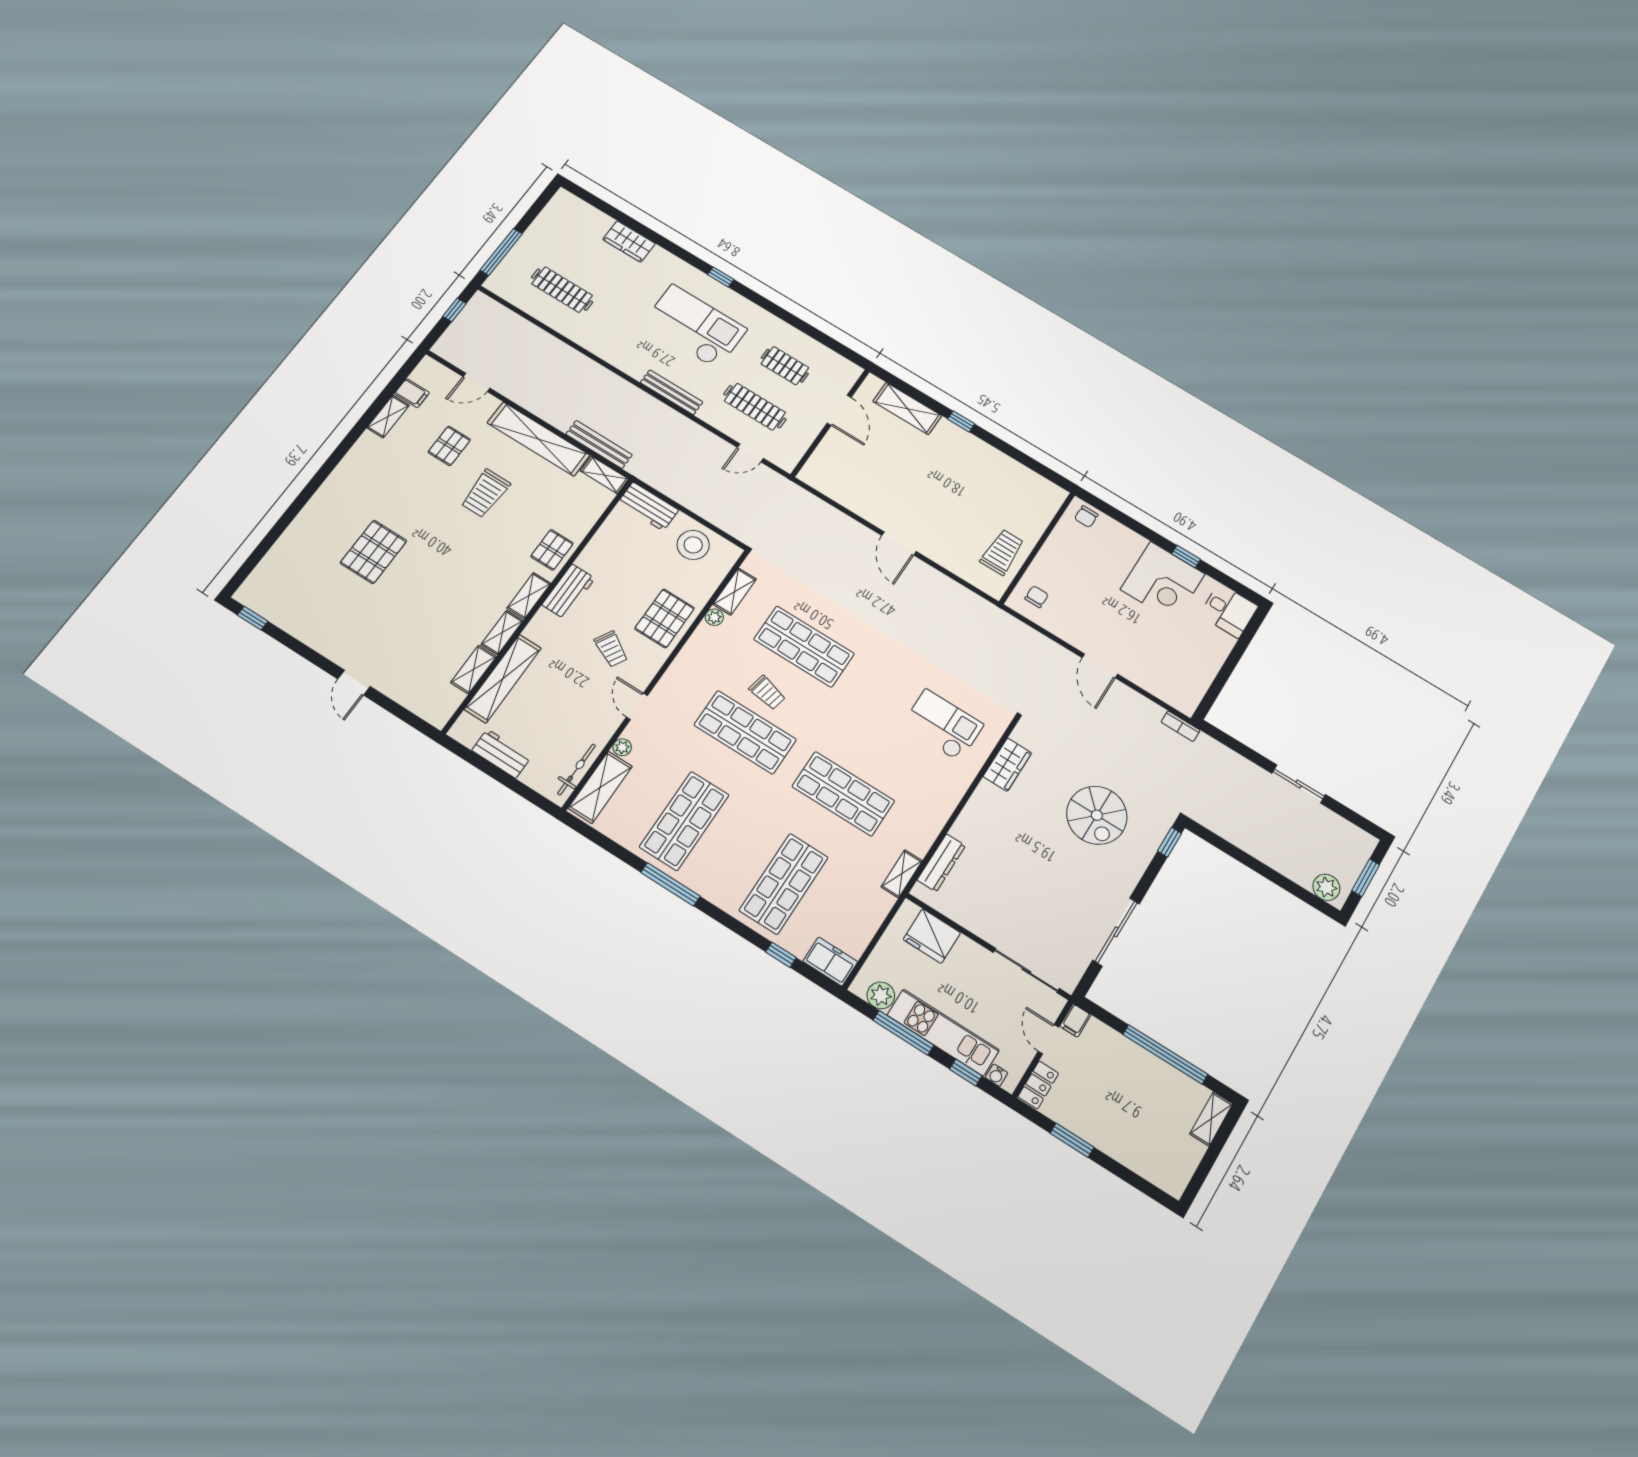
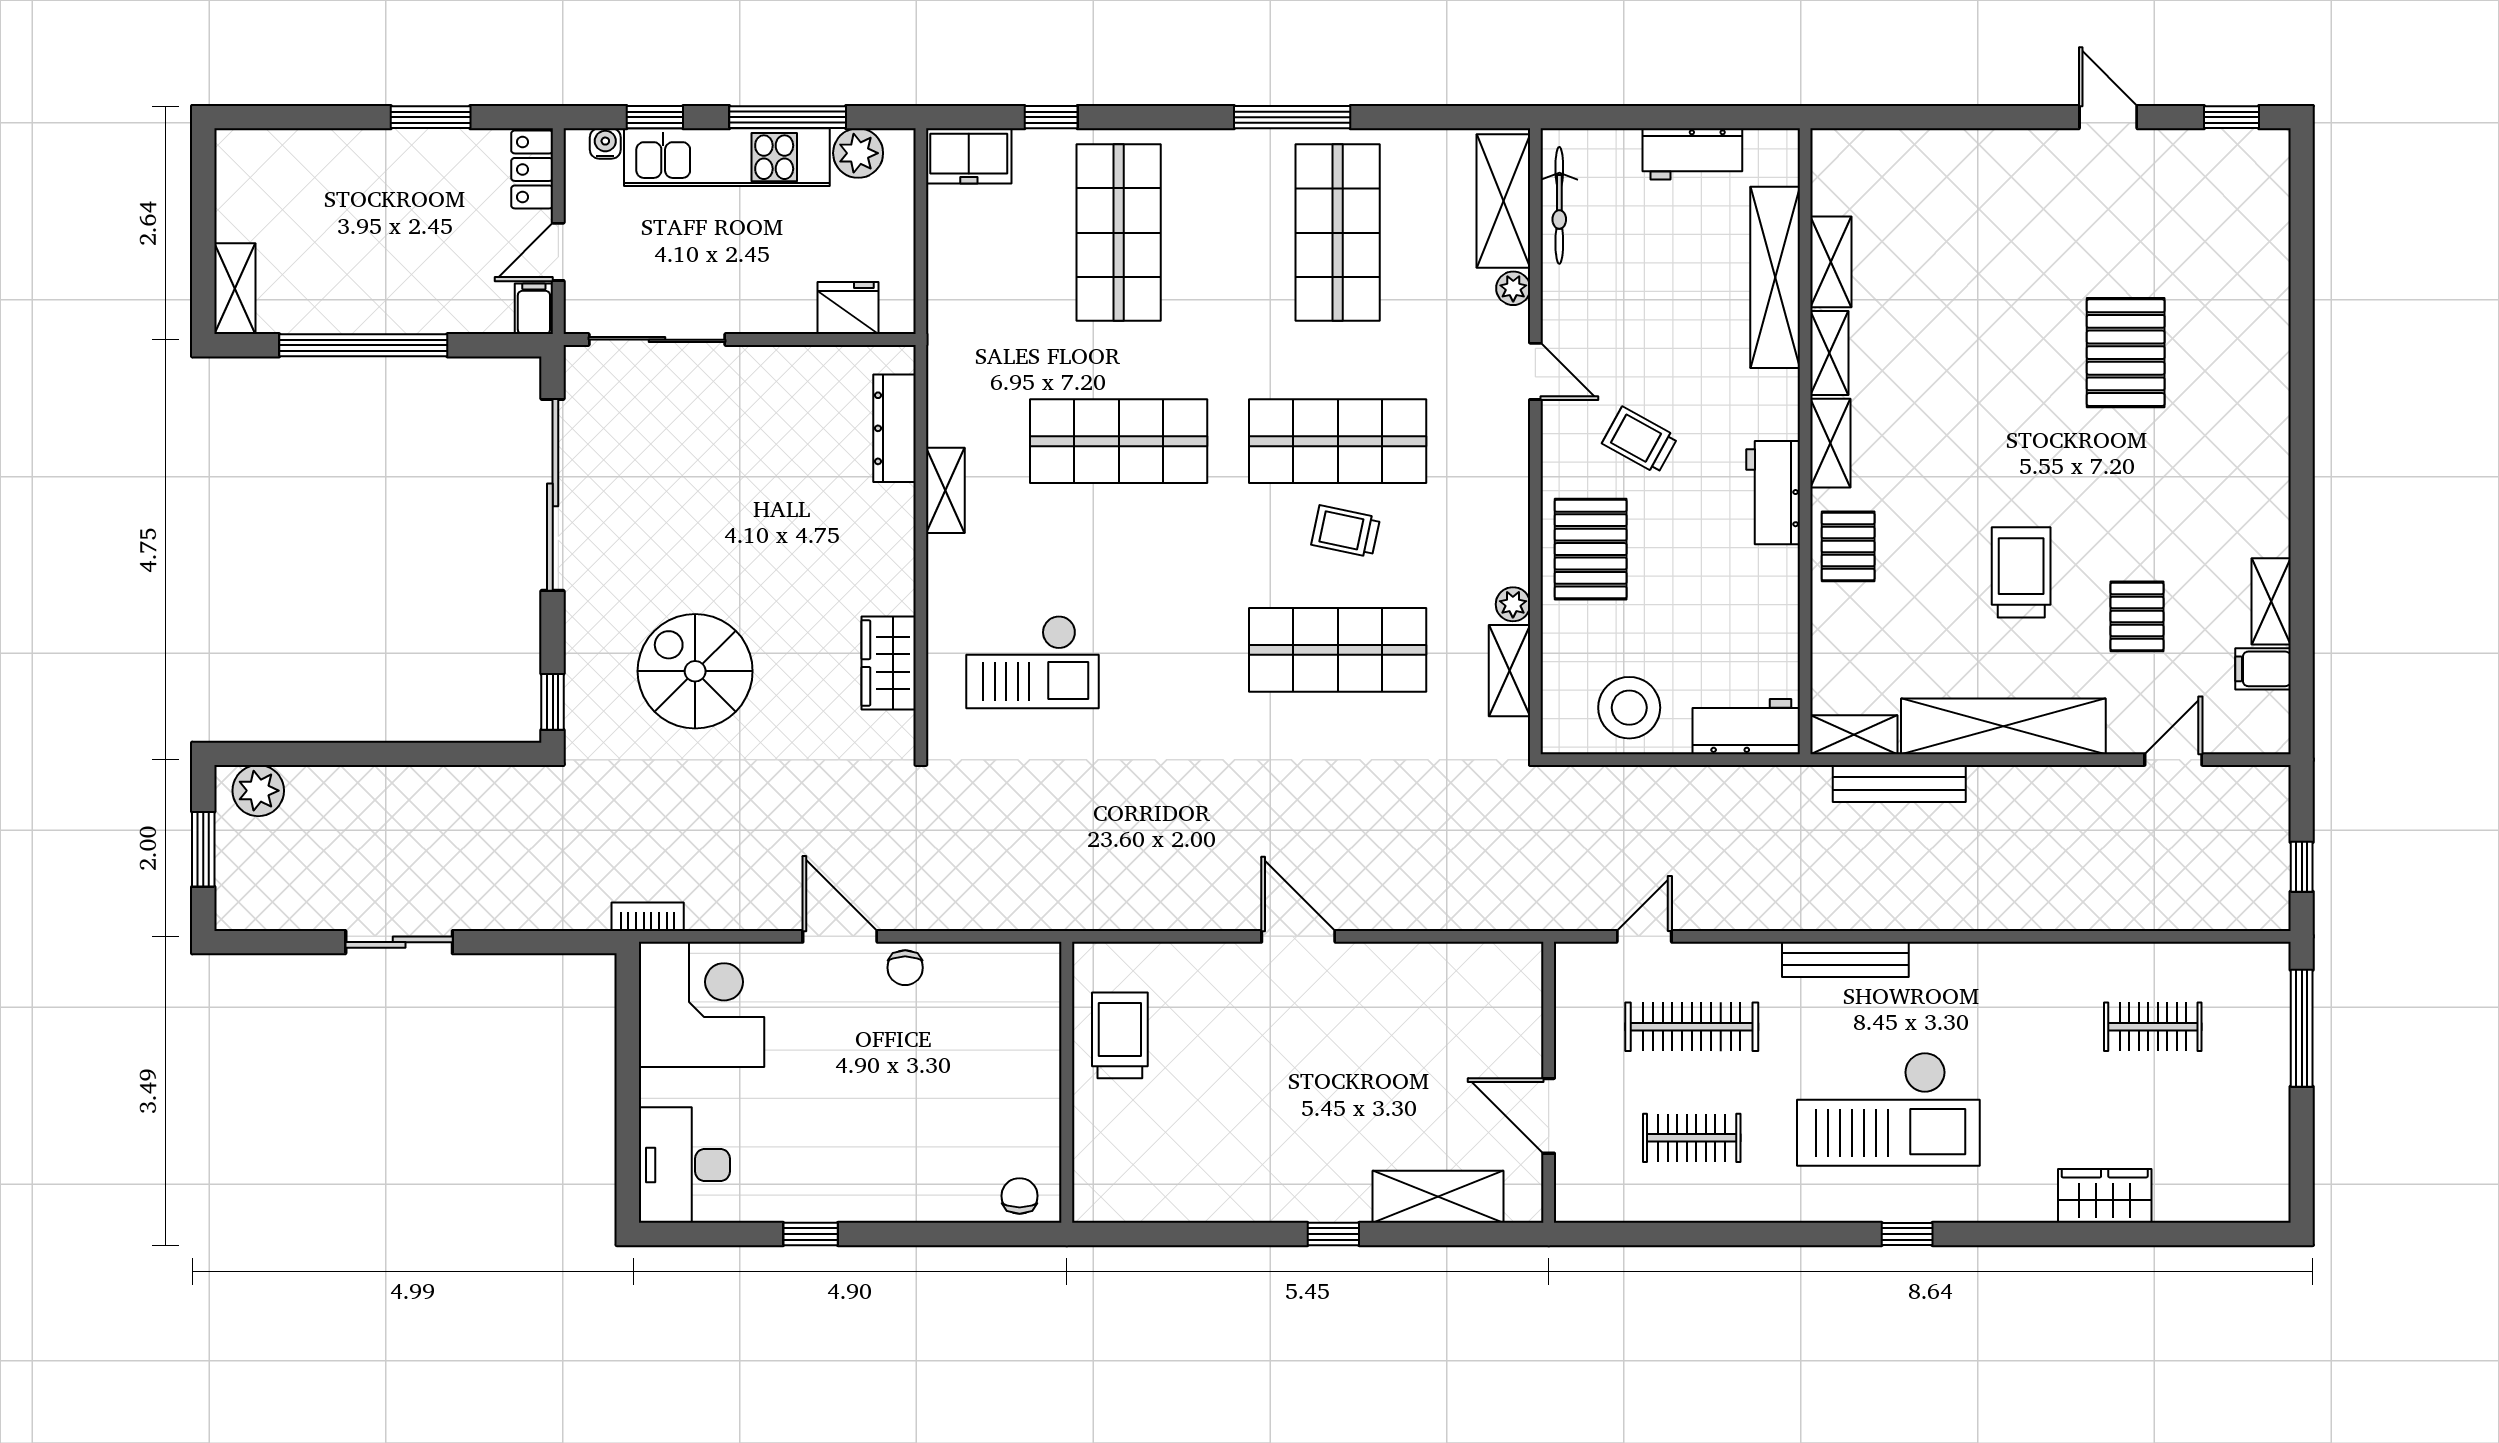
clothes rail: (562, 290) -> (2153, 1027), width x0.73
trolley: (1002, 552) -> (1120, 1035), turned 180
corner desk: (1163, 582) -> (701, 1004), moved, turned 90
chair: (1037, 597) -> (905, 968), moved
desk: (1229, 611) -> (684, 1165), width x1.37
door: (354, 683) -> (2108, 117), moved
shelving: (902, 874) -> (945, 490), moved
sliding door: (1116, 932) -> (553, 495), width x1.36
fridge: (932, 936) -> (848, 308), width x0.73, depth x0.75
door: (1048, 1039) -> (558, 252), swing flipped

